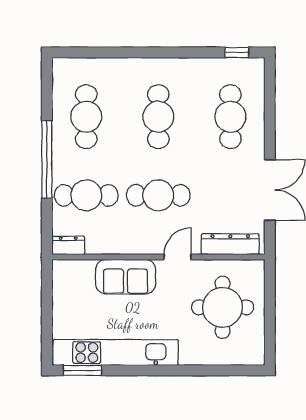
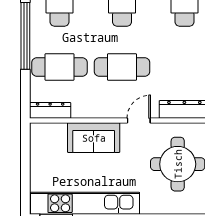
dresser: (68, 245) -> (50, 110), width x1.44

